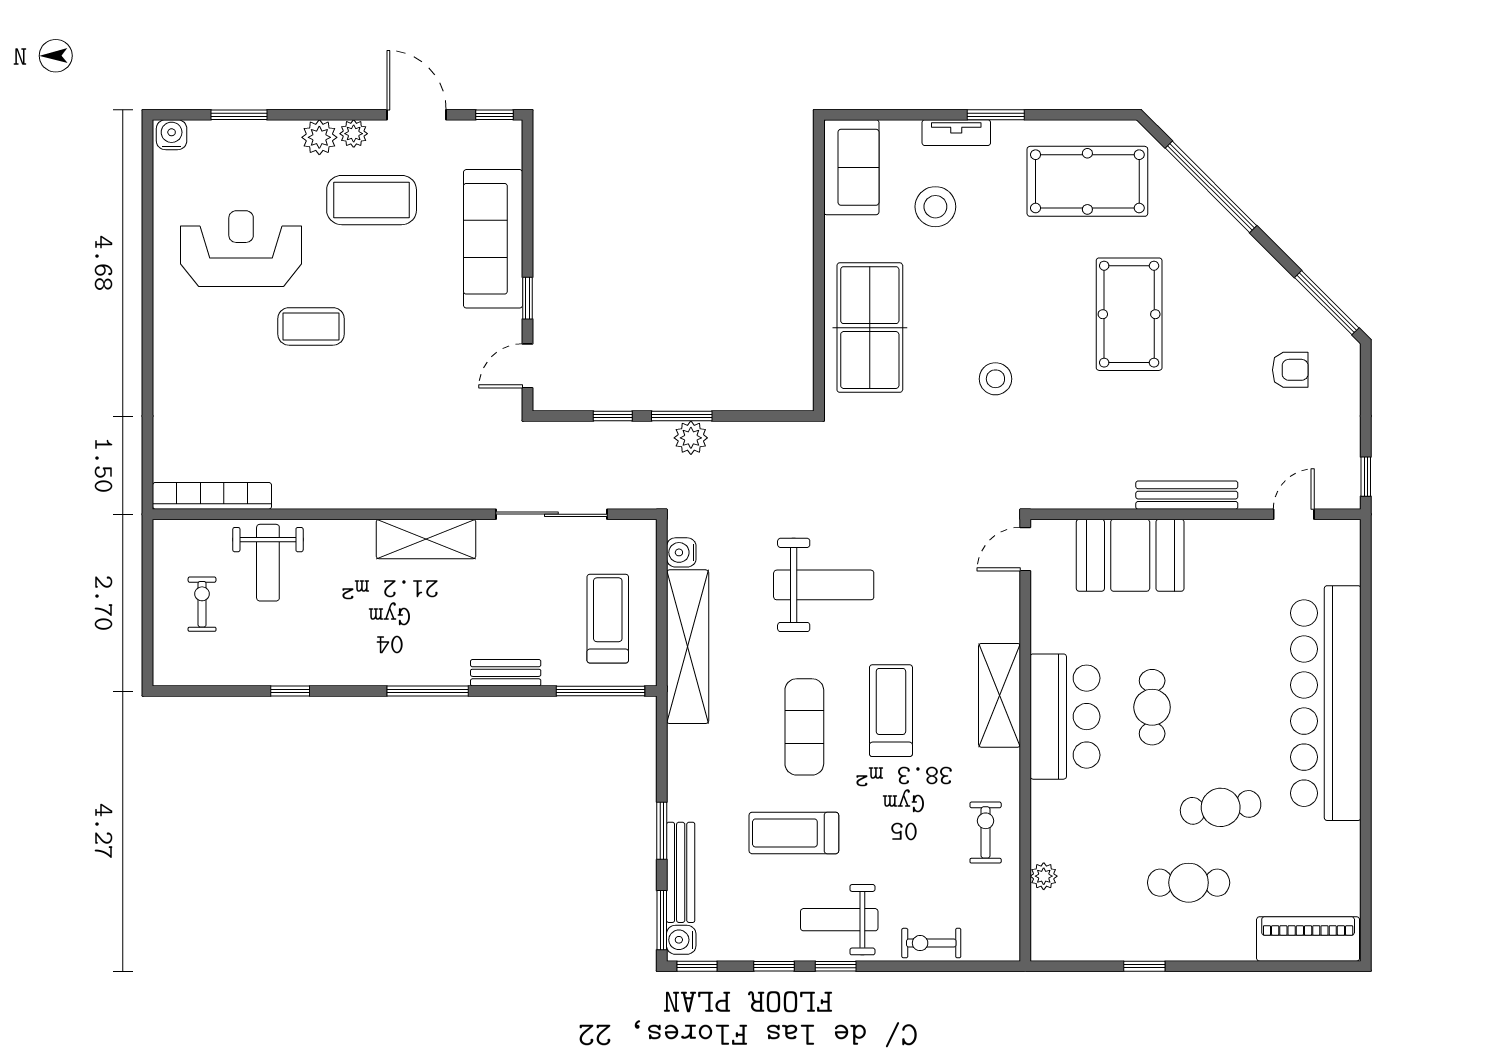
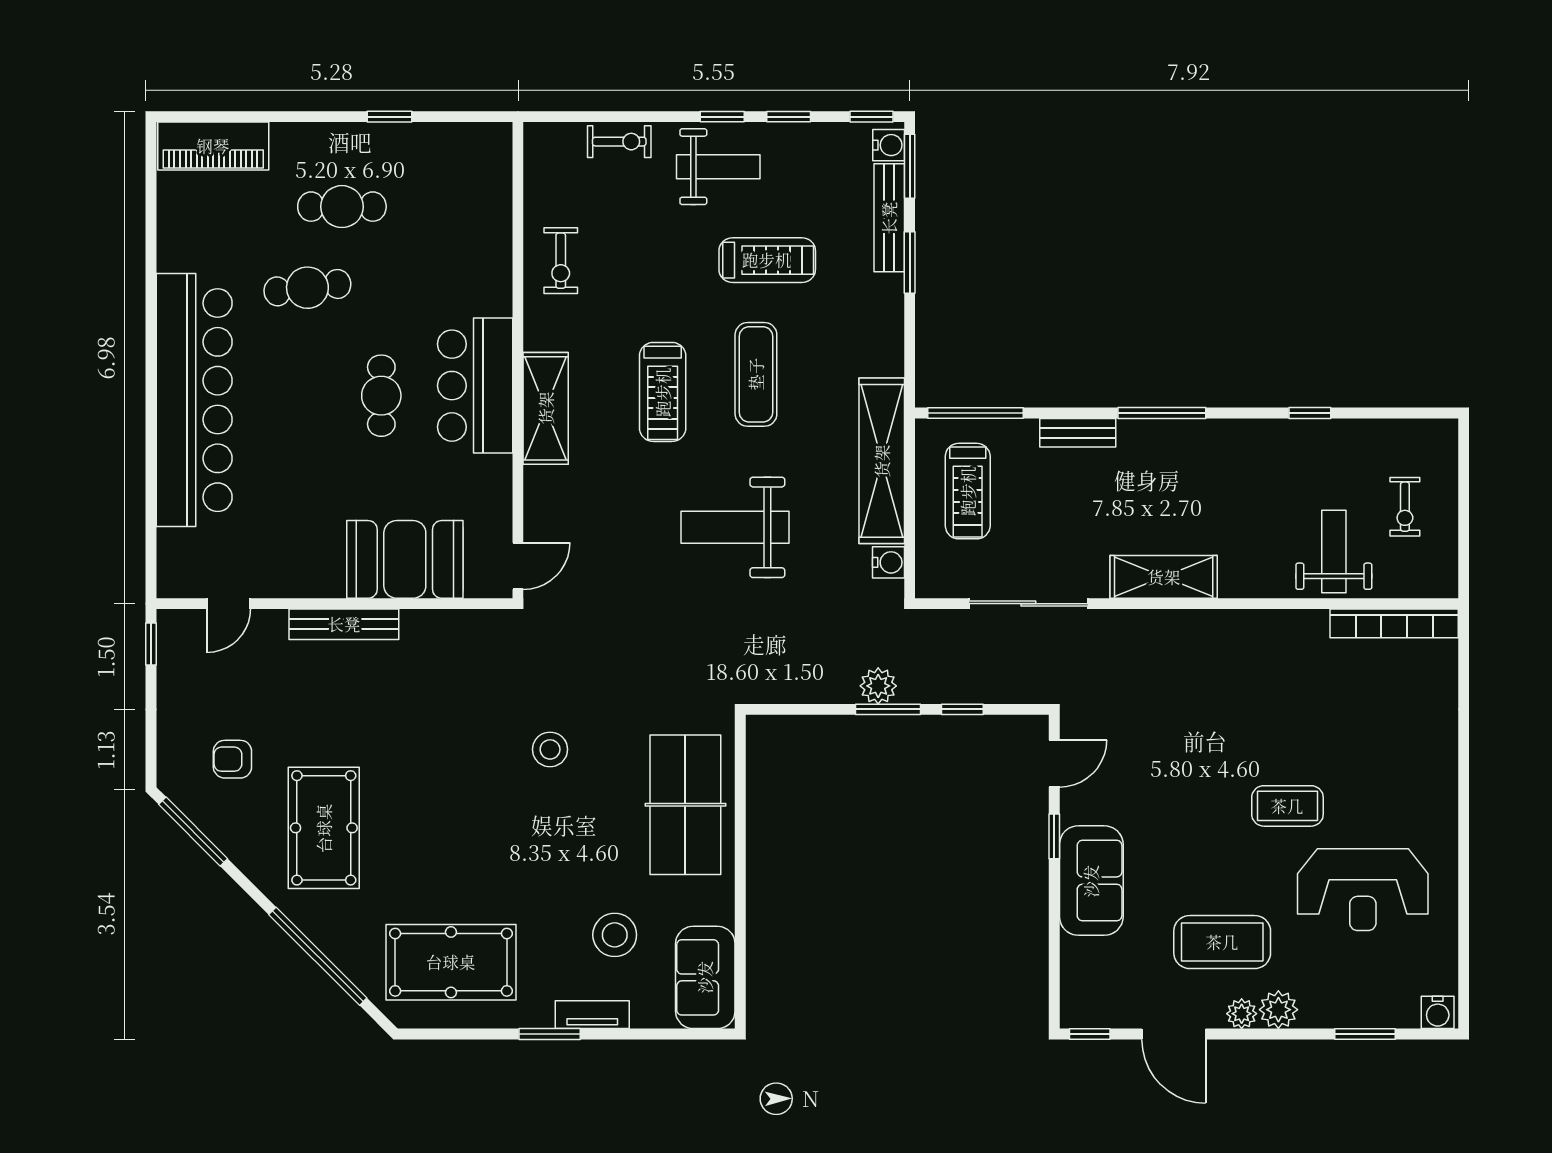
sofa: (493, 239) -> (1091, 881), width x0.73
pool table: (1129, 314) -> (324, 828), moved
plant: (1044, 876) -> (498, 214), removed

